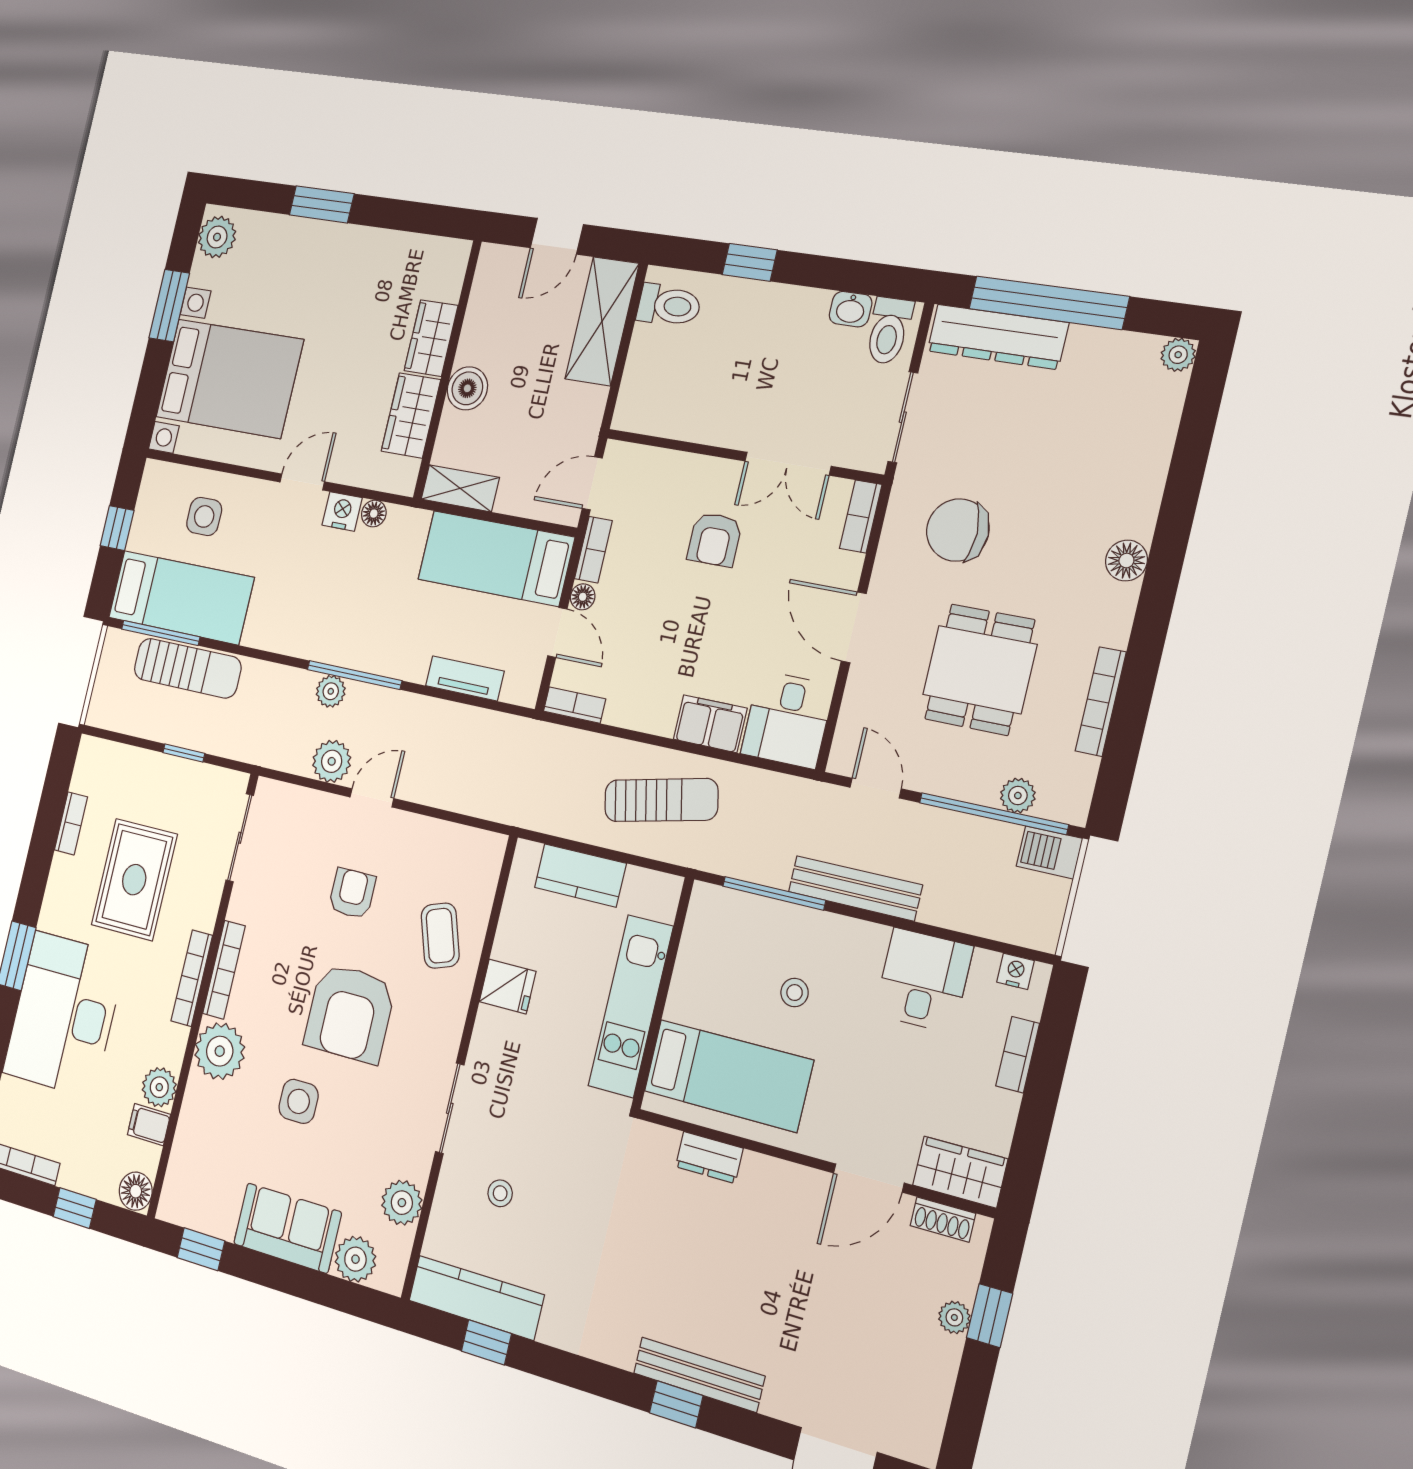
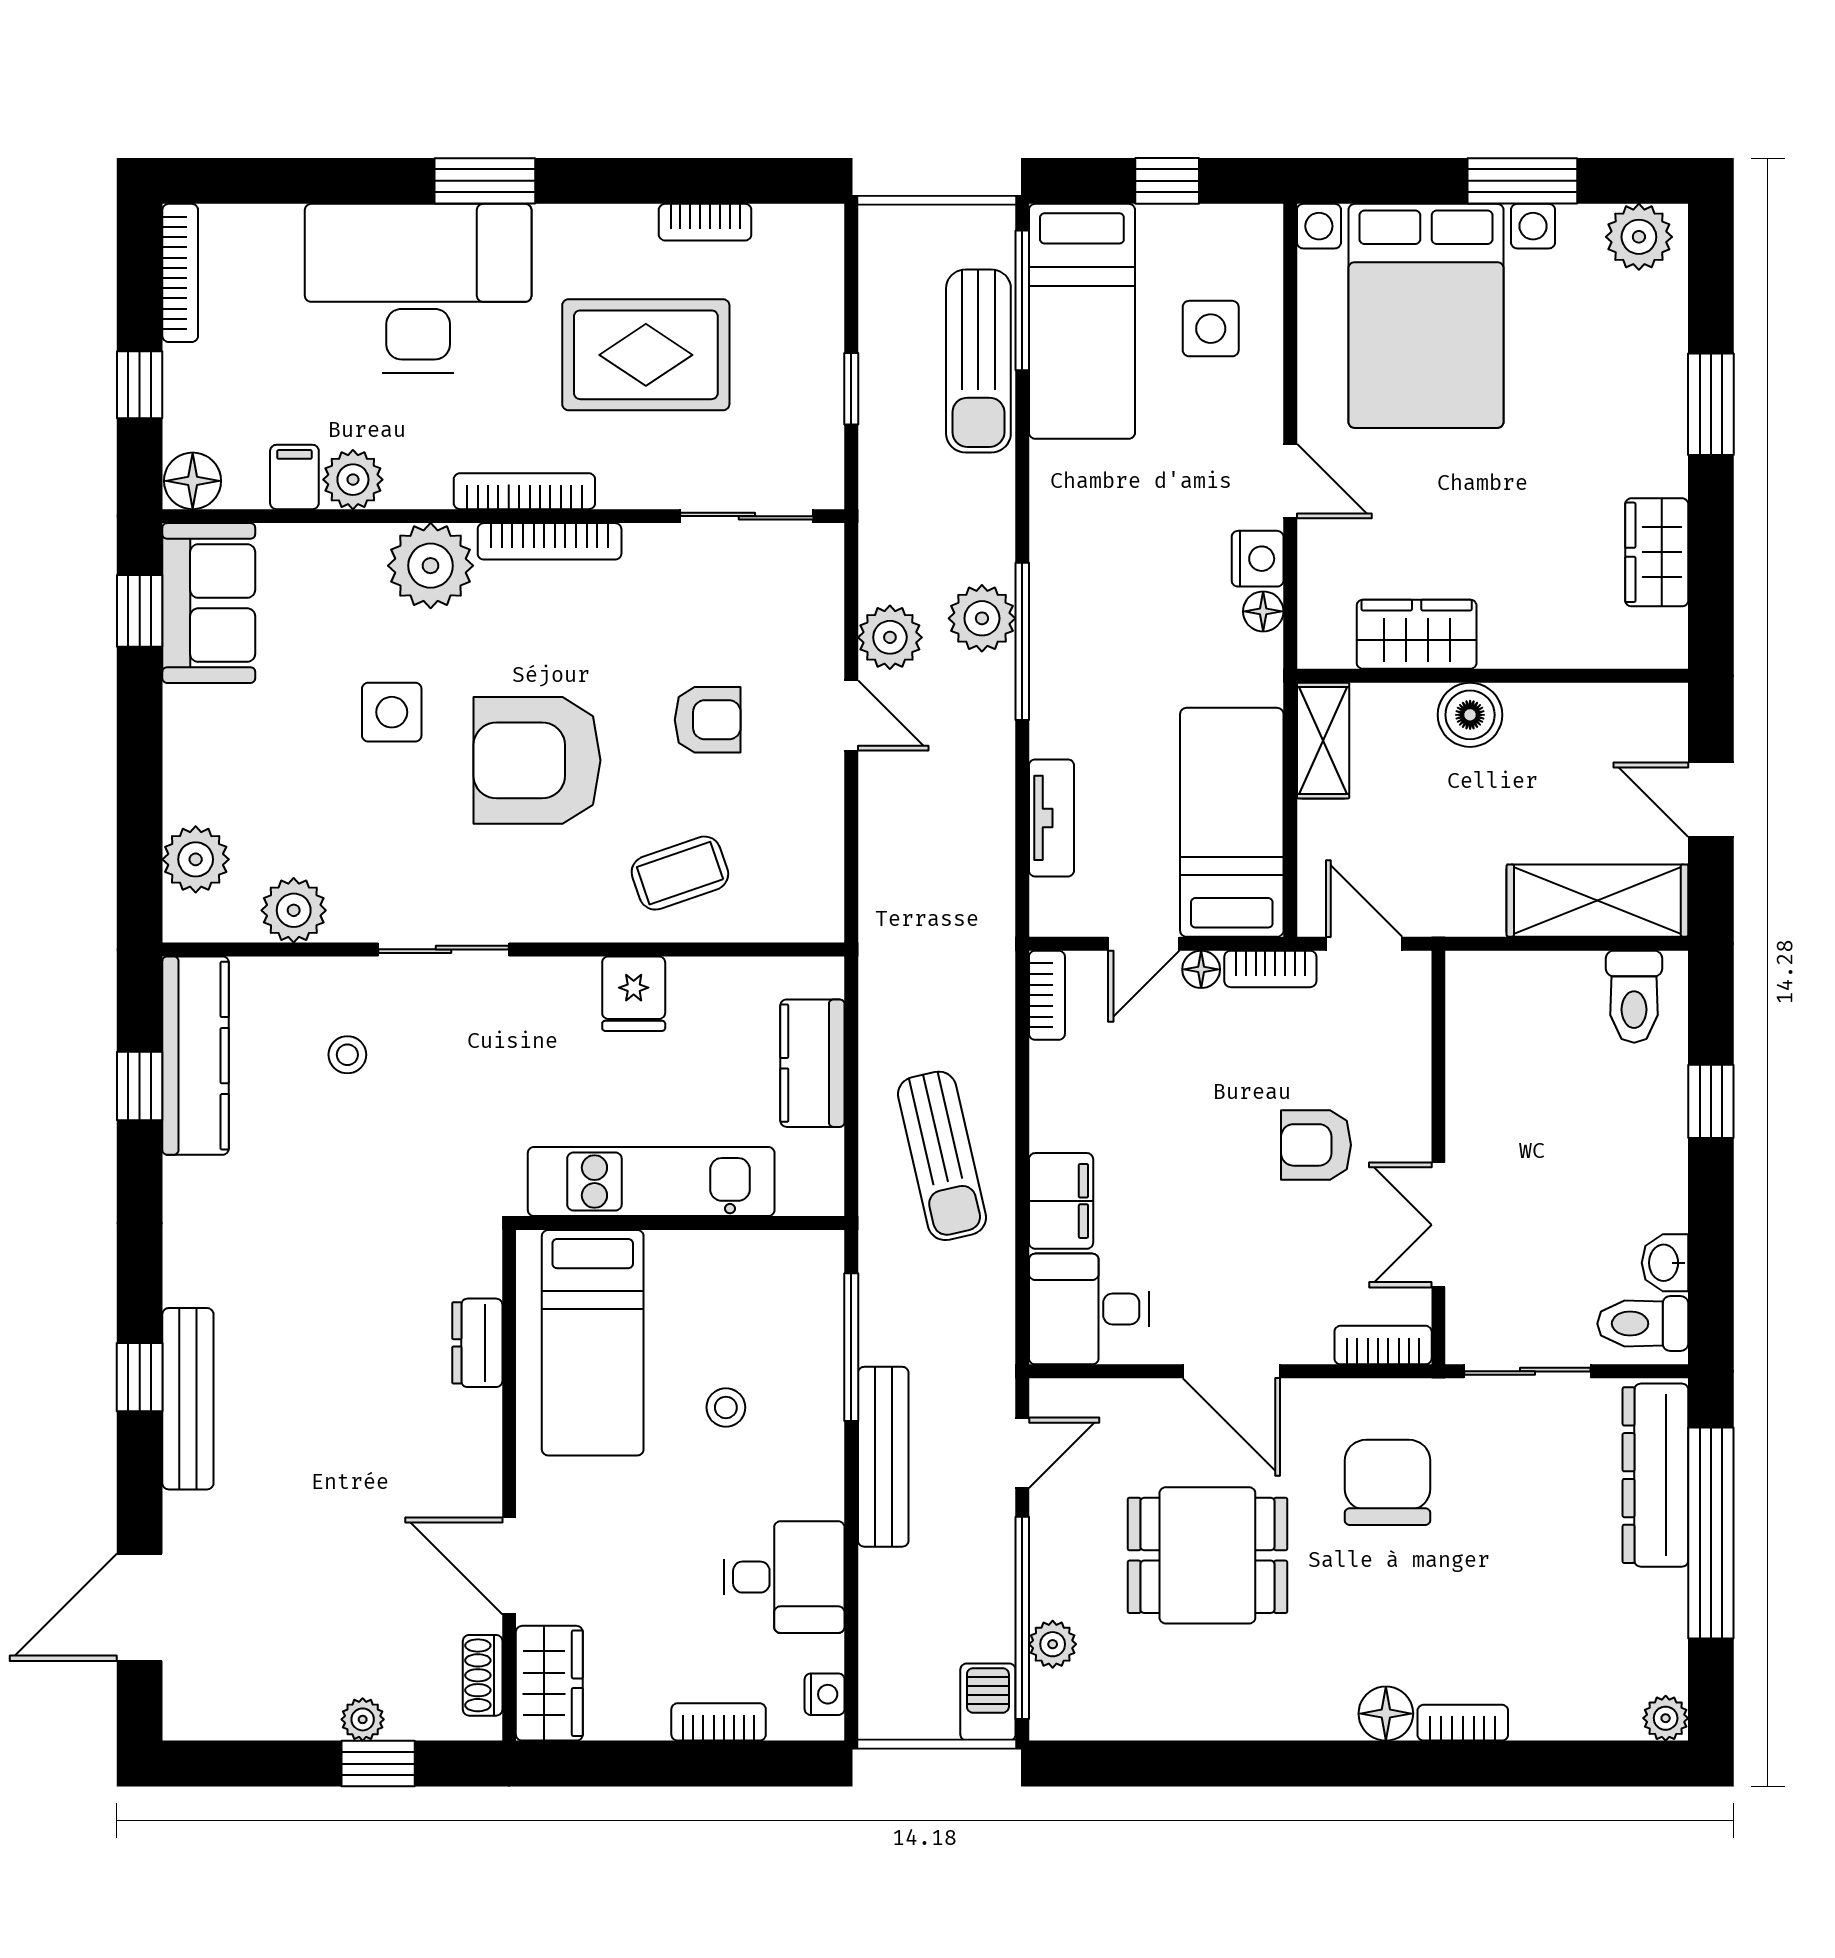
wardrobe: (431, 338) -> (1657, 552), moved, turned -90
door: (854, 627) -> (1231, 1371), swing flipped
plant: (331, 691) -> (982, 618), width x1.38, depth x1.38
bookcase: (1101, 702) -> (1463, 1723), moved, width x0.64
sofa: (287, 1228) -> (209, 603), moved

